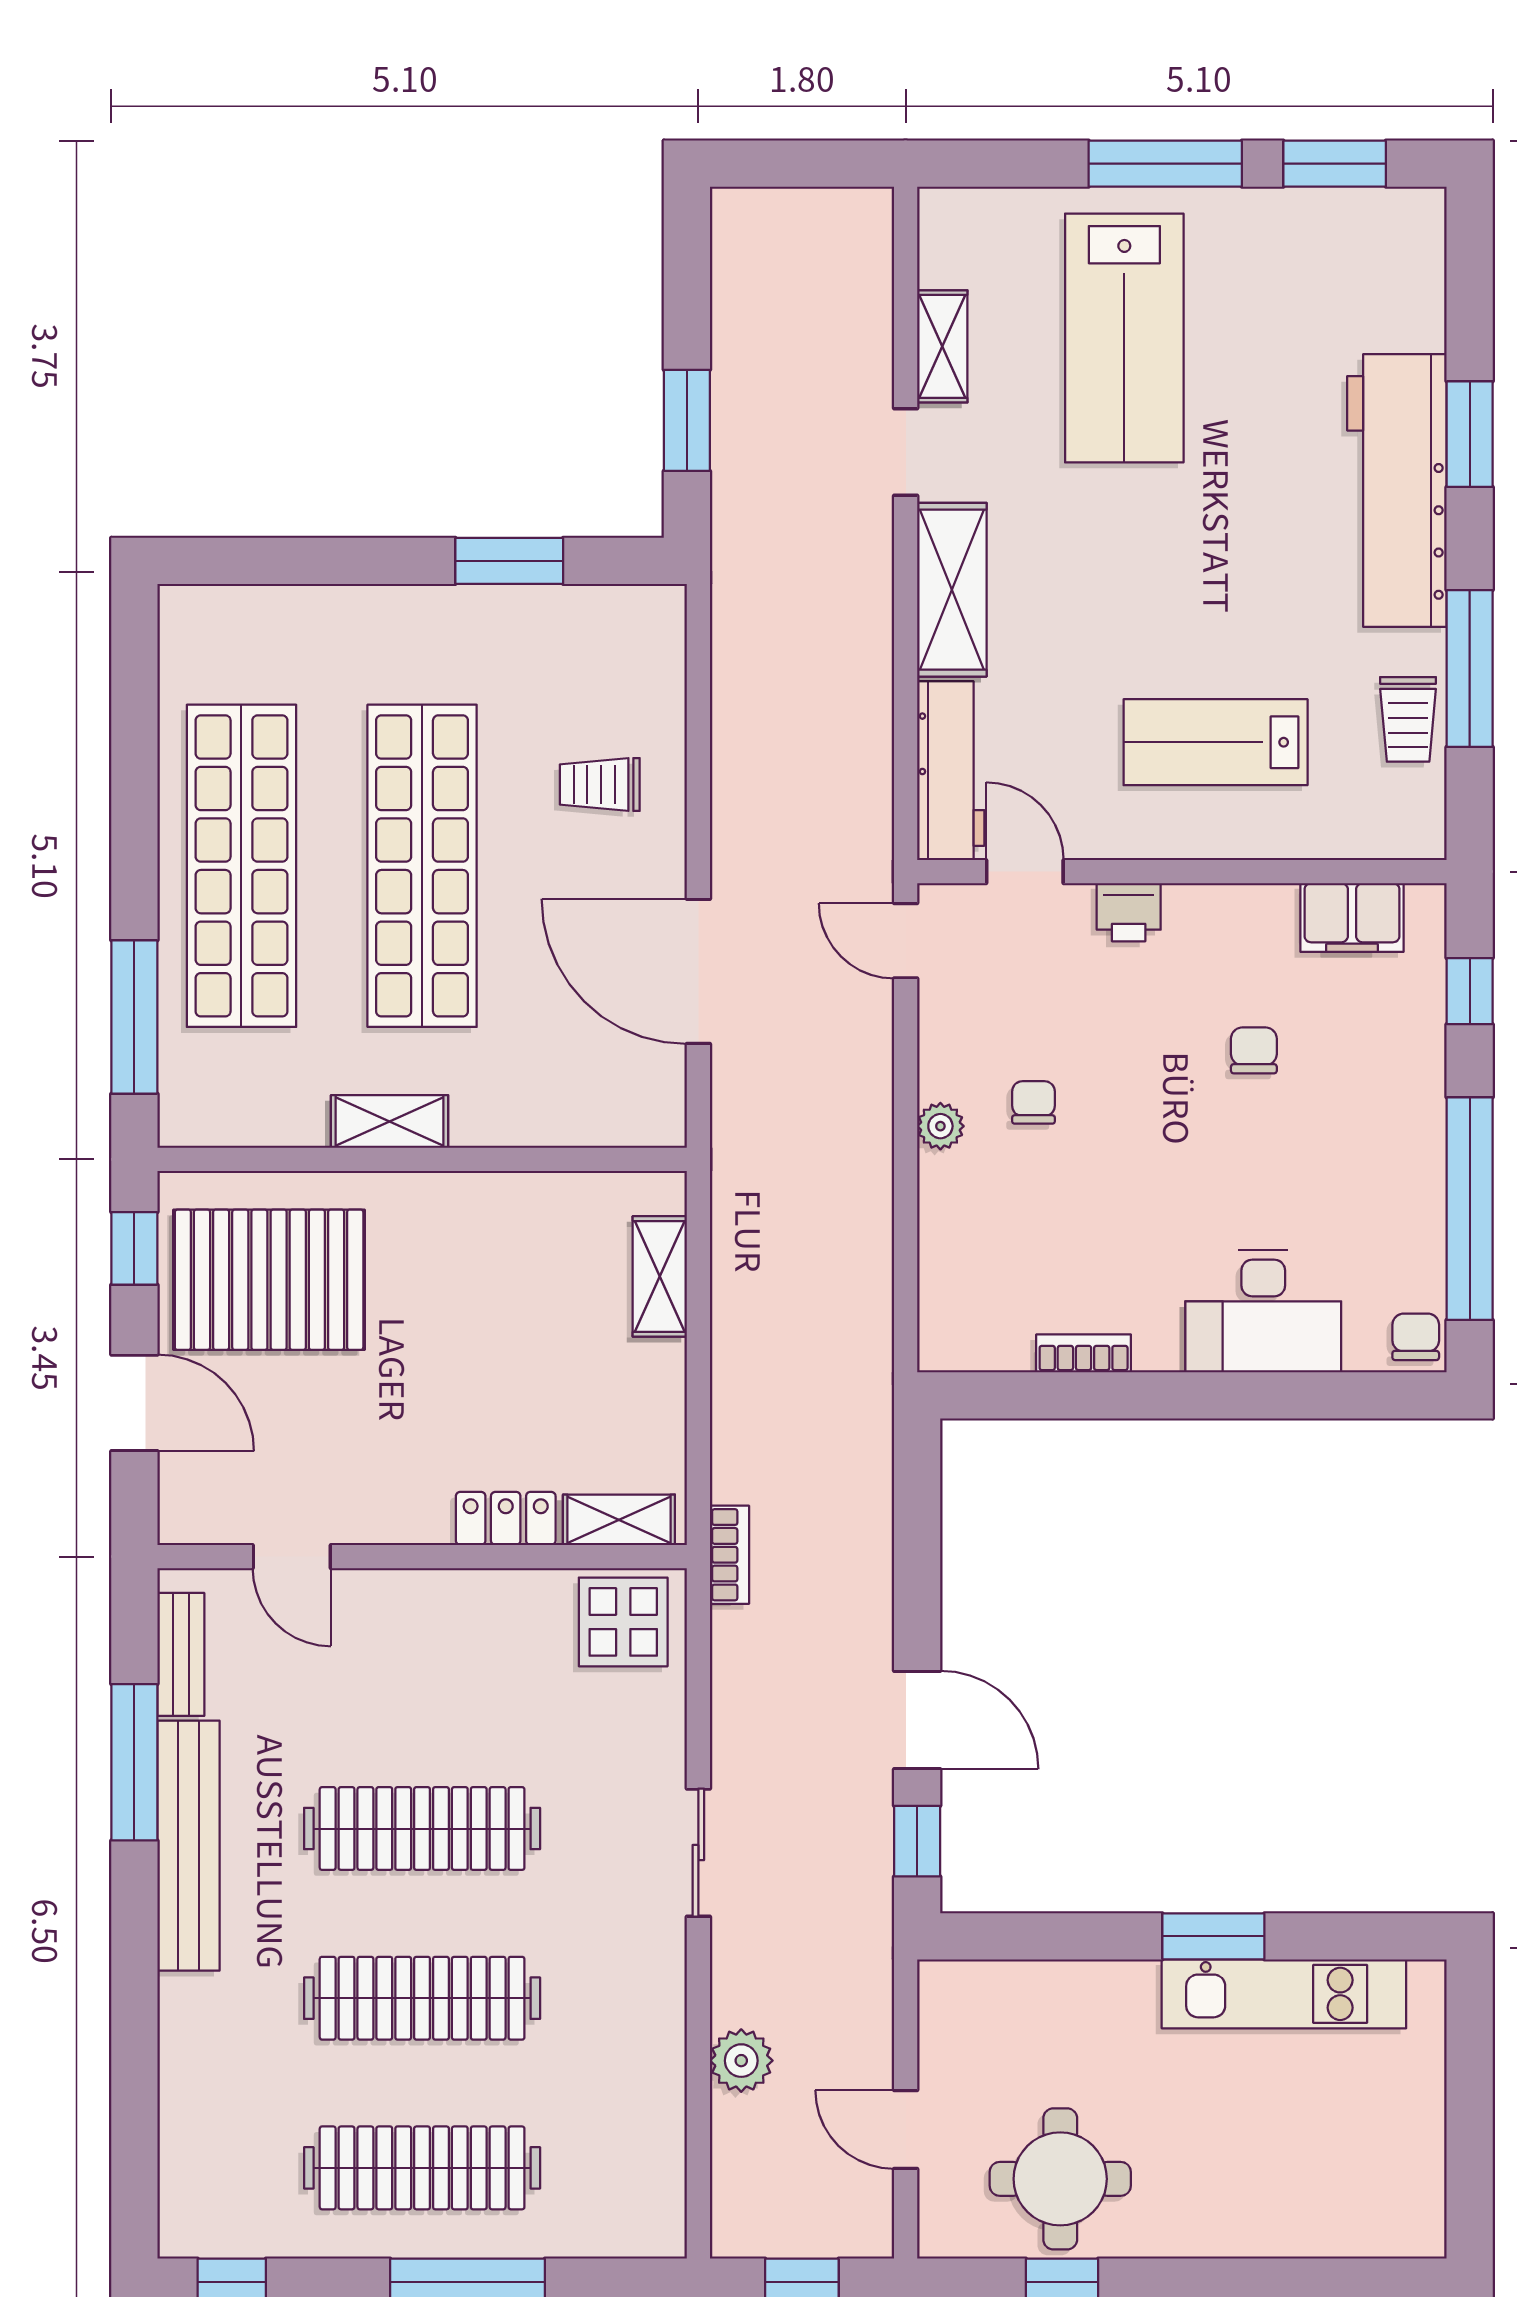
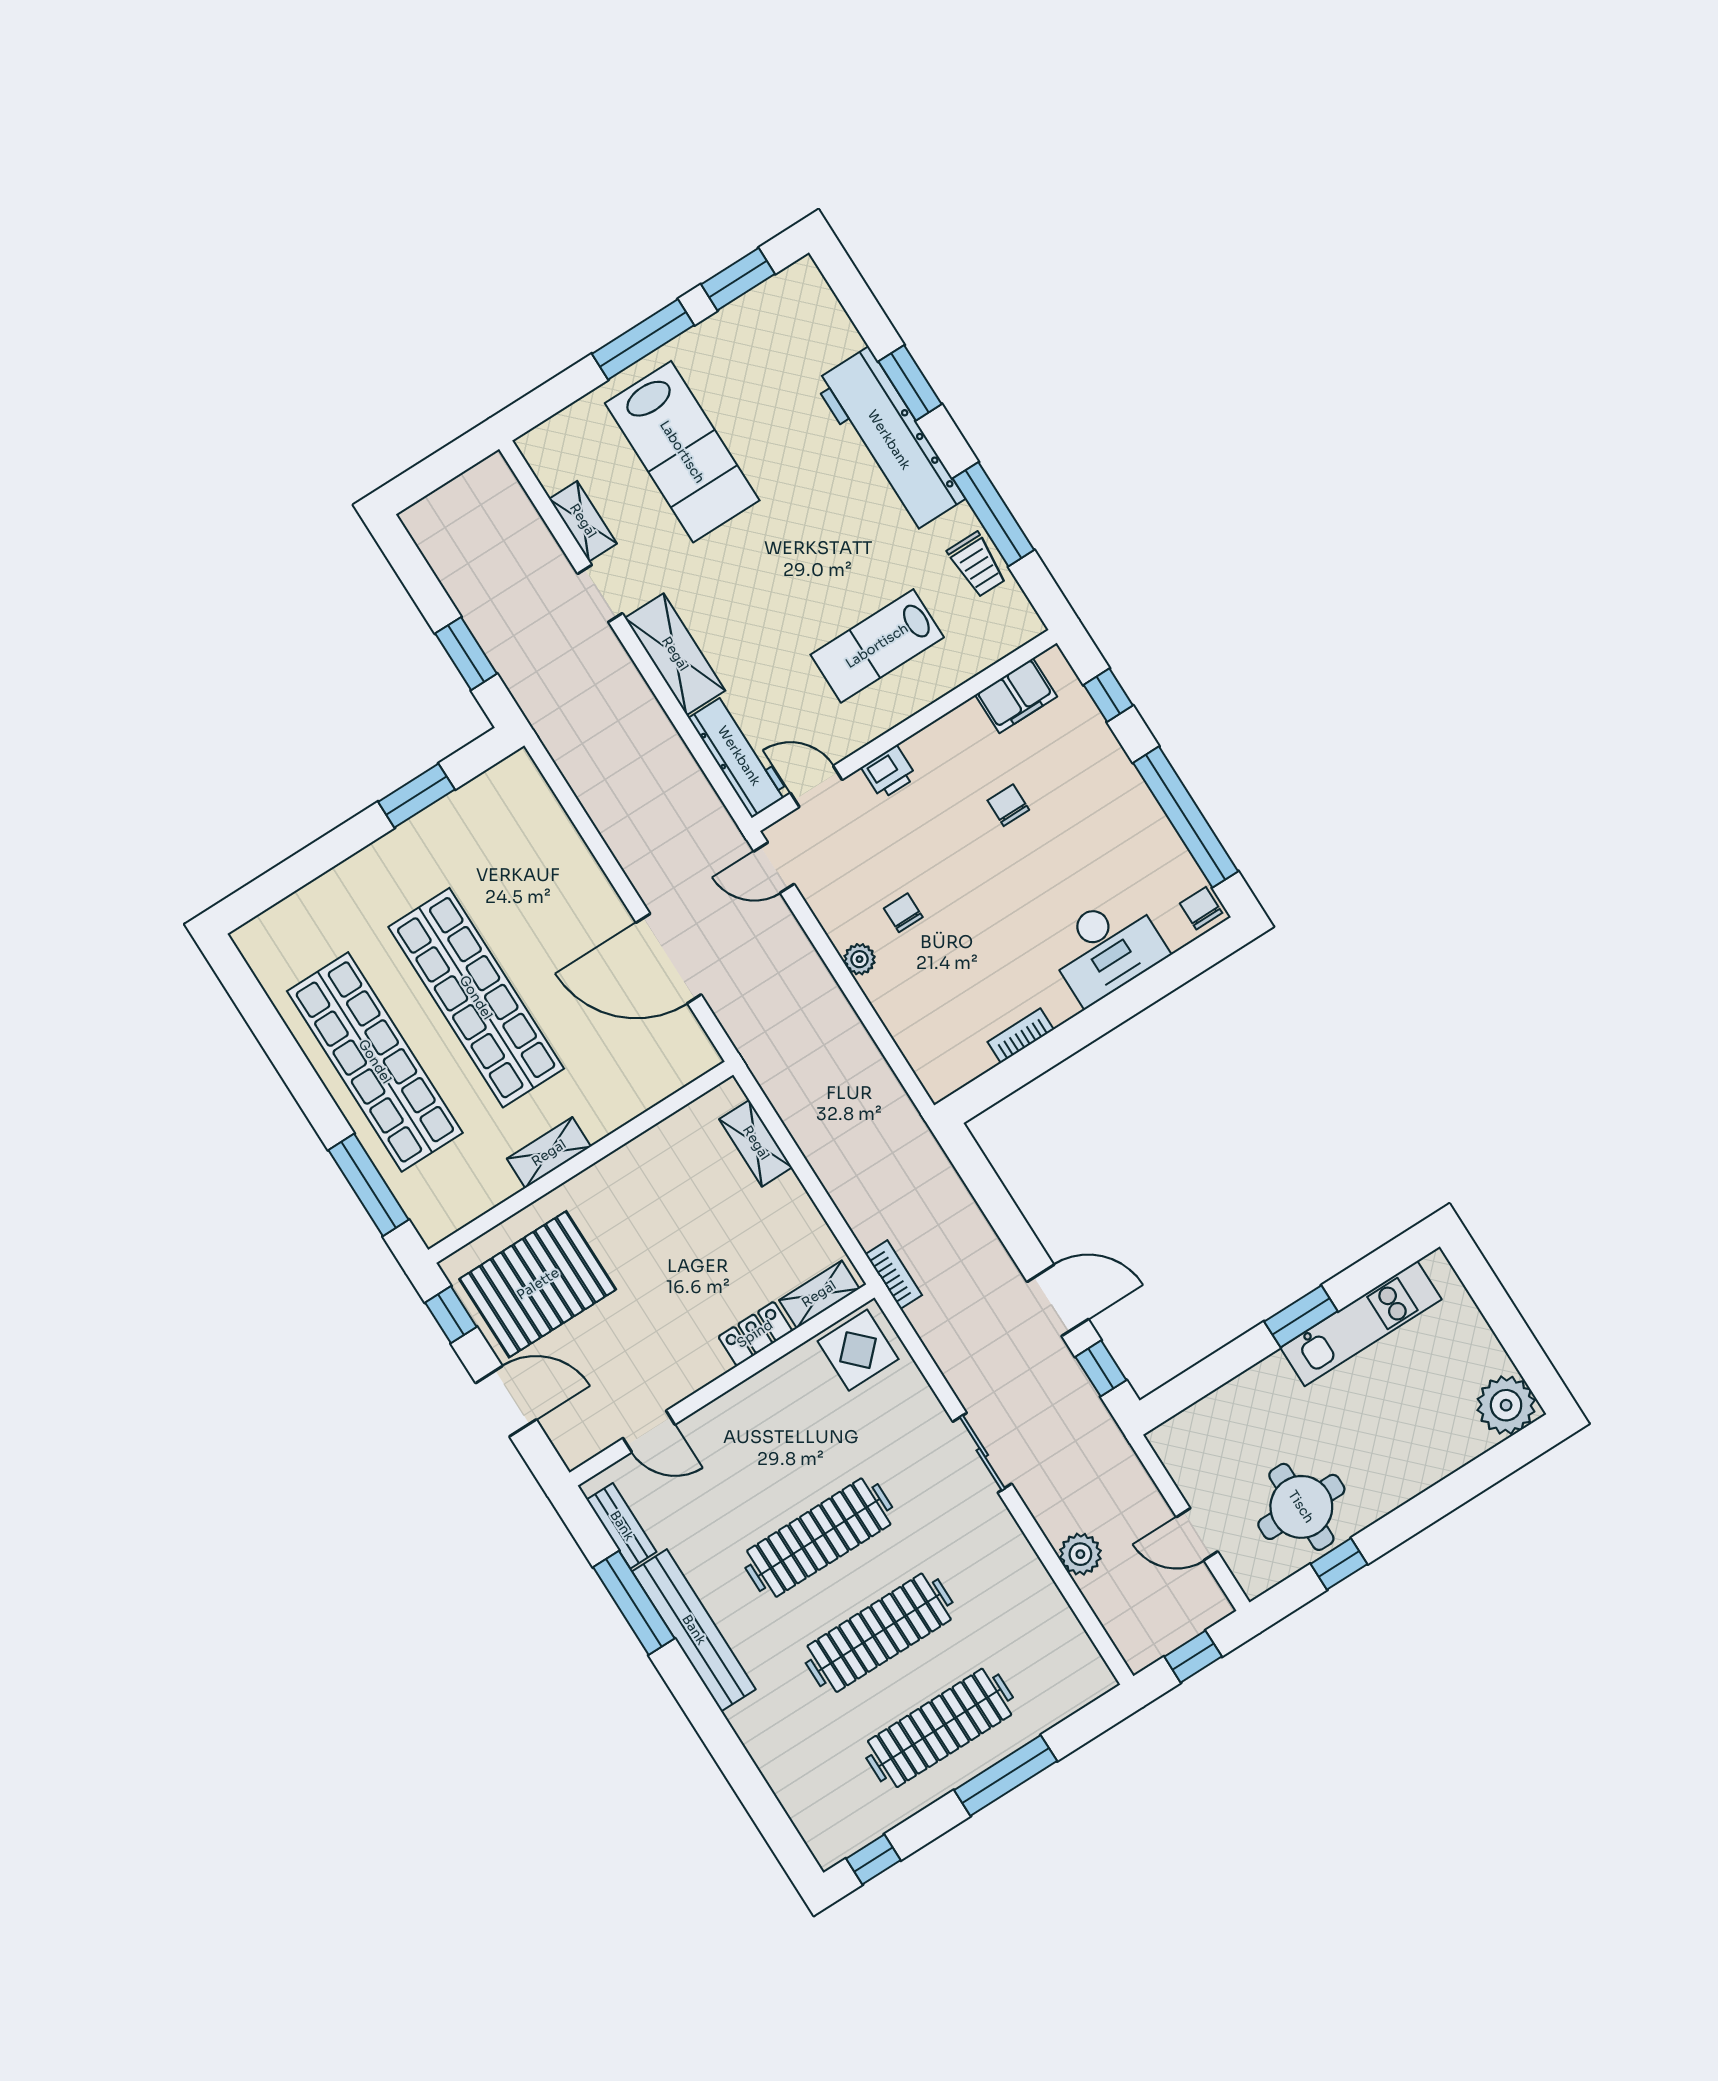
trolley: (600, 785) -> (547, 889), removed
plant: (1403, 2215) -> (1506, 1405), added

